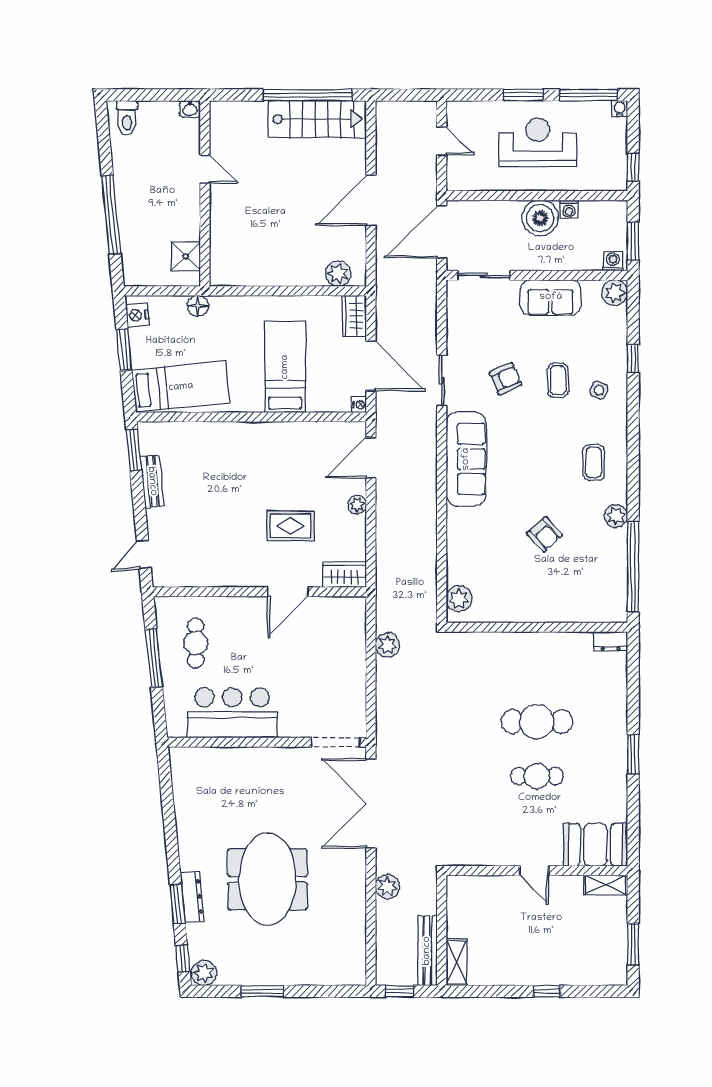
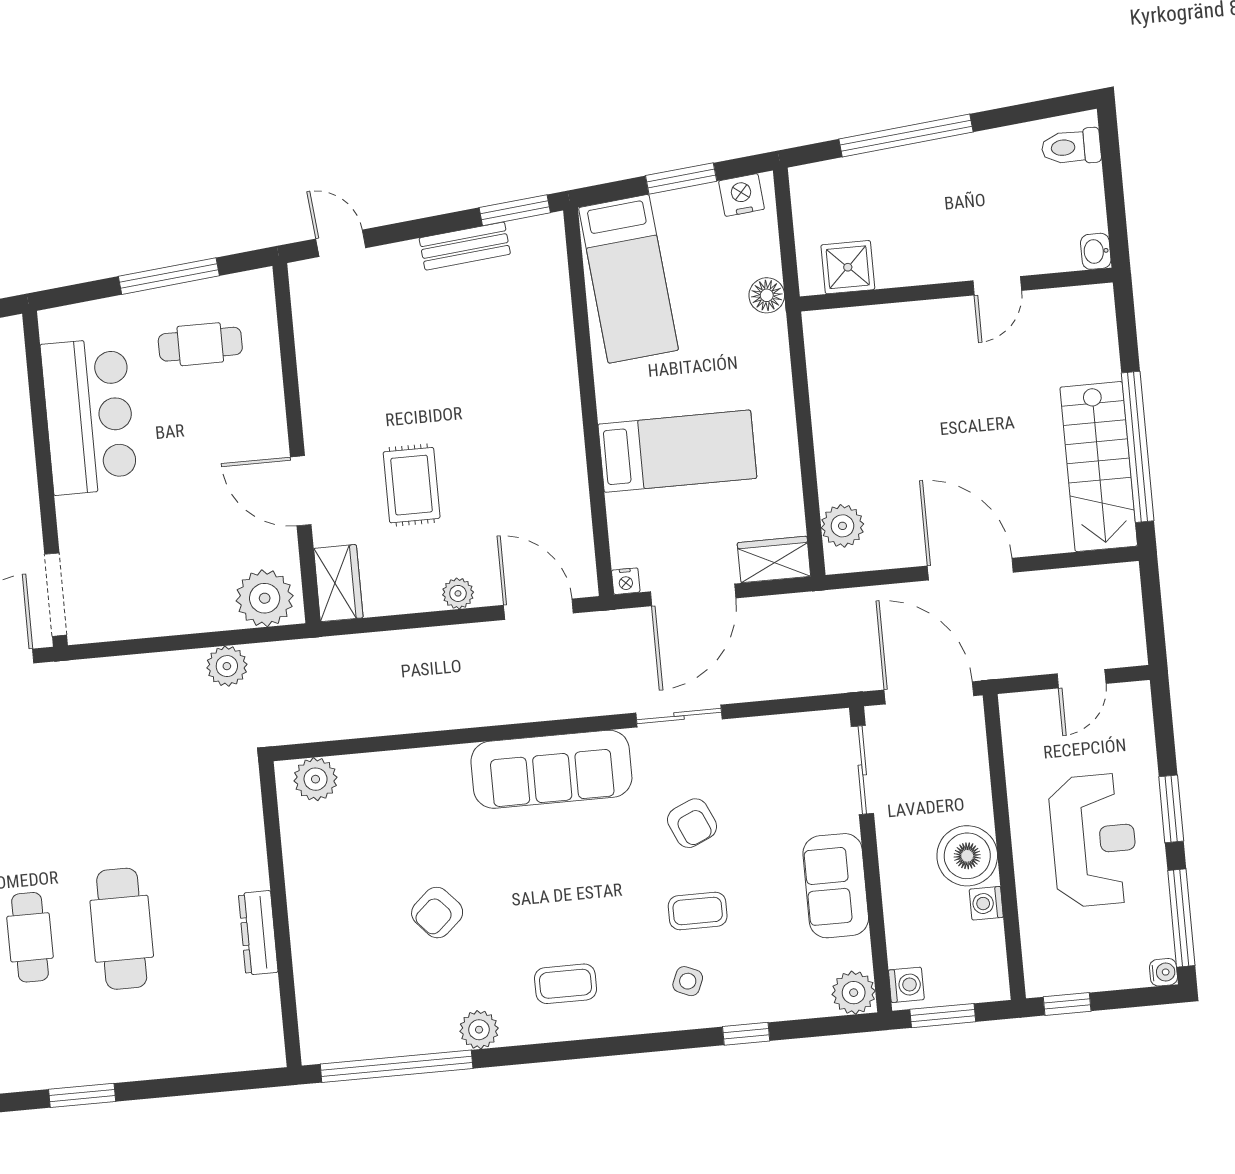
plant: (349, 619) -> (265, 598), added
dresser: (611, 641) -> (258, 933), moved, width x1.44

